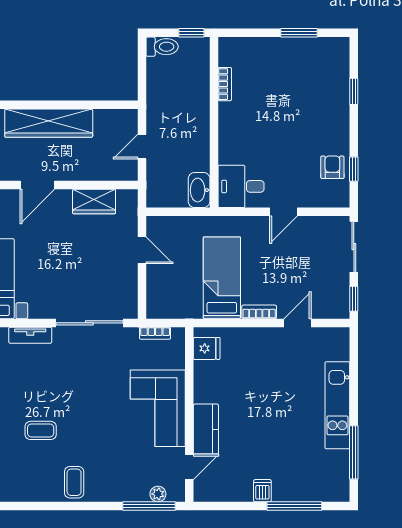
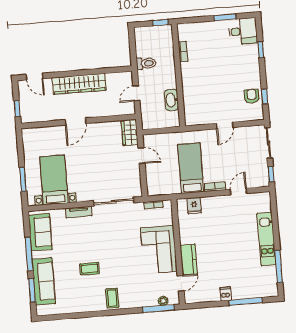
toilet: (162, 47) -> (146, 63), moved
desk: (241, 186) -> (243, 31), moved, turned 180
washbasin: (199, 190) -> (171, 100), moved
wardrobe: (94, 202) -> (130, 132), moved, turned 90
fridge: (207, 348) -> (194, 206), moved, turned 90

